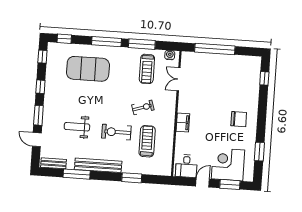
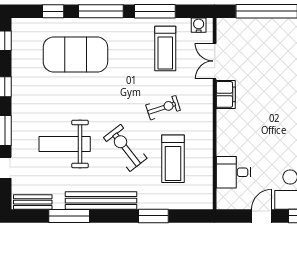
window: (64, 39) -> (53, 11), moved
filing cabinet: (183, 123) -> (226, 94), moved
weight bench: (77, 127) -> (65, 144), width x1.36, depth x1.33
exercise bike: (116, 132) -> (125, 148), turned 52
treadmill: (147, 141) -> (173, 159), turned 180
desk: (186, 166) -> (233, 172), moved, turned 90

